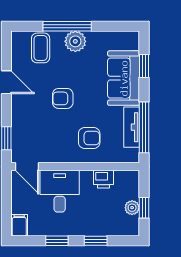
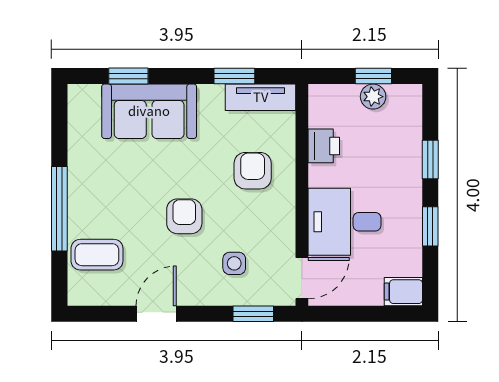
plant: (75, 41) -> (86, 195), removed
armchair: (63, 98) -> (184, 216), turned 180
side table: (36, 127) -> (234, 263), added
tv unit: (132, 127) -> (261, 97), moved
window: (144, 127) -> (234, 76), width x0.46

